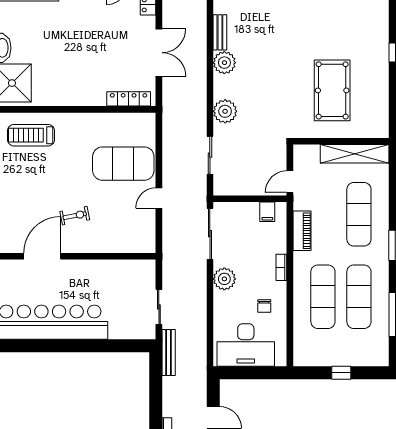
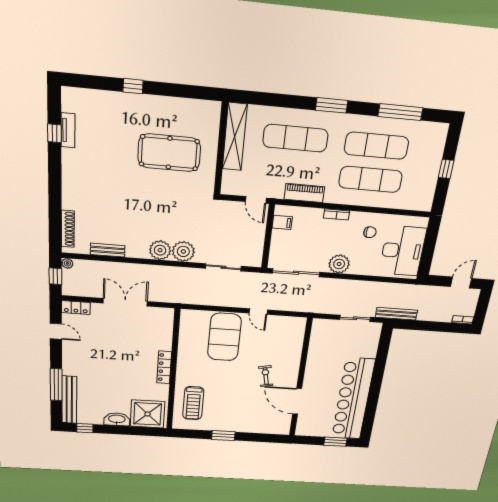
plant: (224, 63) -> (160, 250), moved
locker: (129, 99) -> (164, 367), moved

